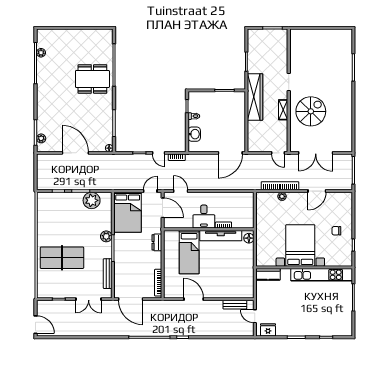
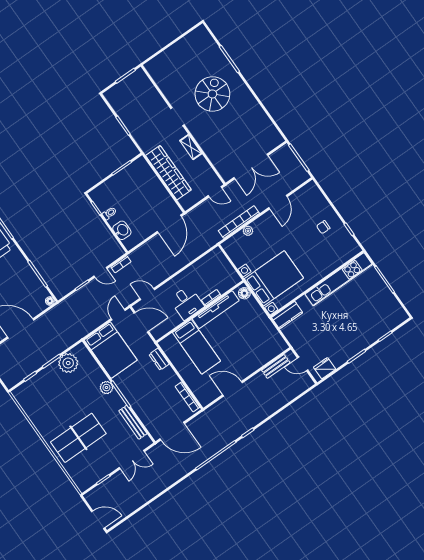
wardrobe: (255, 97) -> (168, 173), moved
spiral stairs: (311, 111) -> (212, 94), moved
bed with nightstands: (300, 245) -> (274, 278), moved, turned 90

